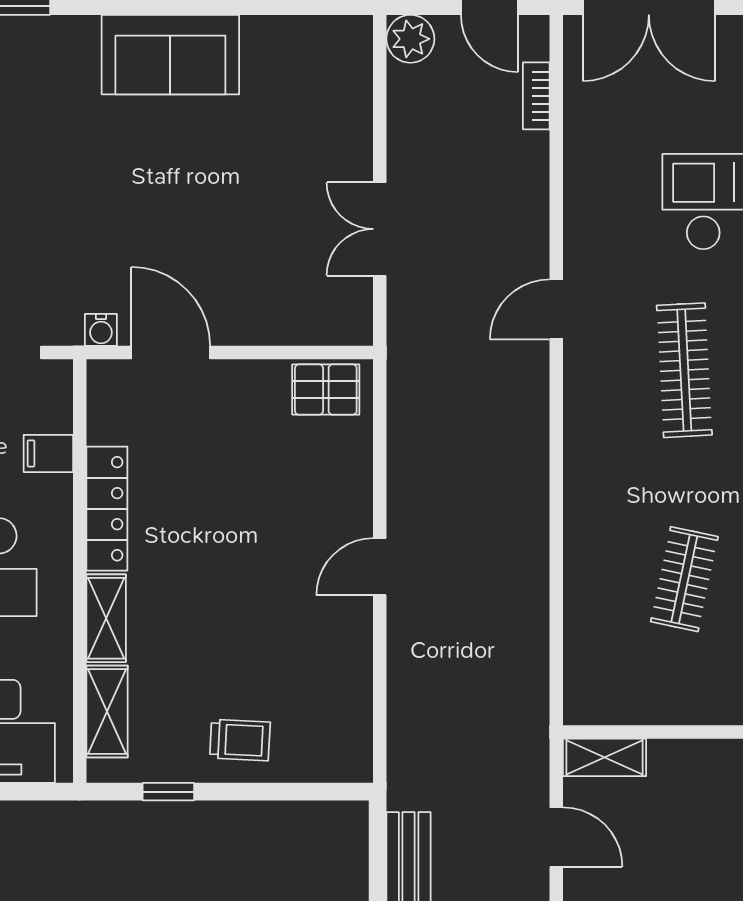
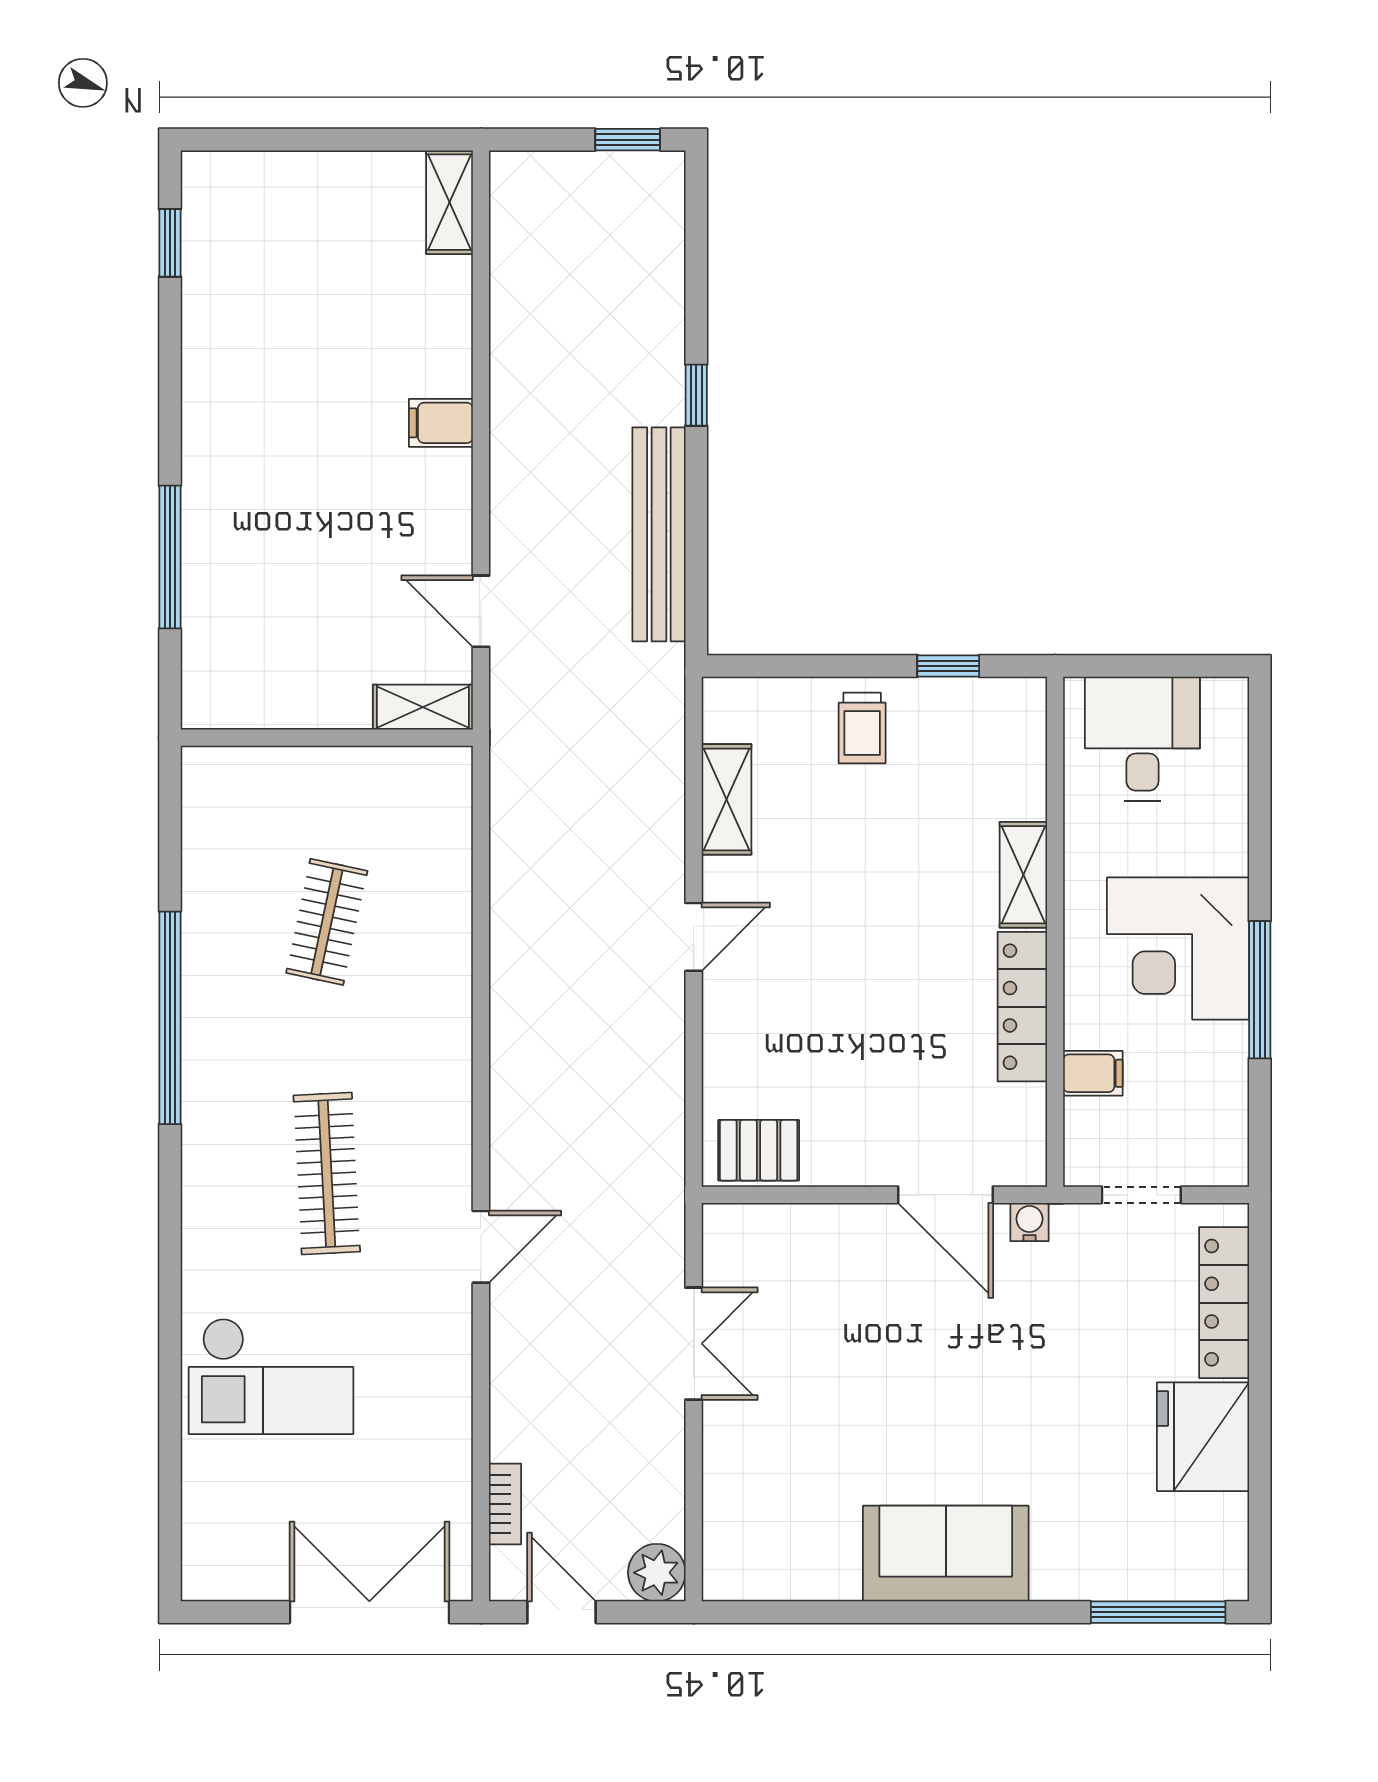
shelving: (107, 712) -> (726, 799), moved
trolley: (240, 740) -> (862, 728), turned -93

